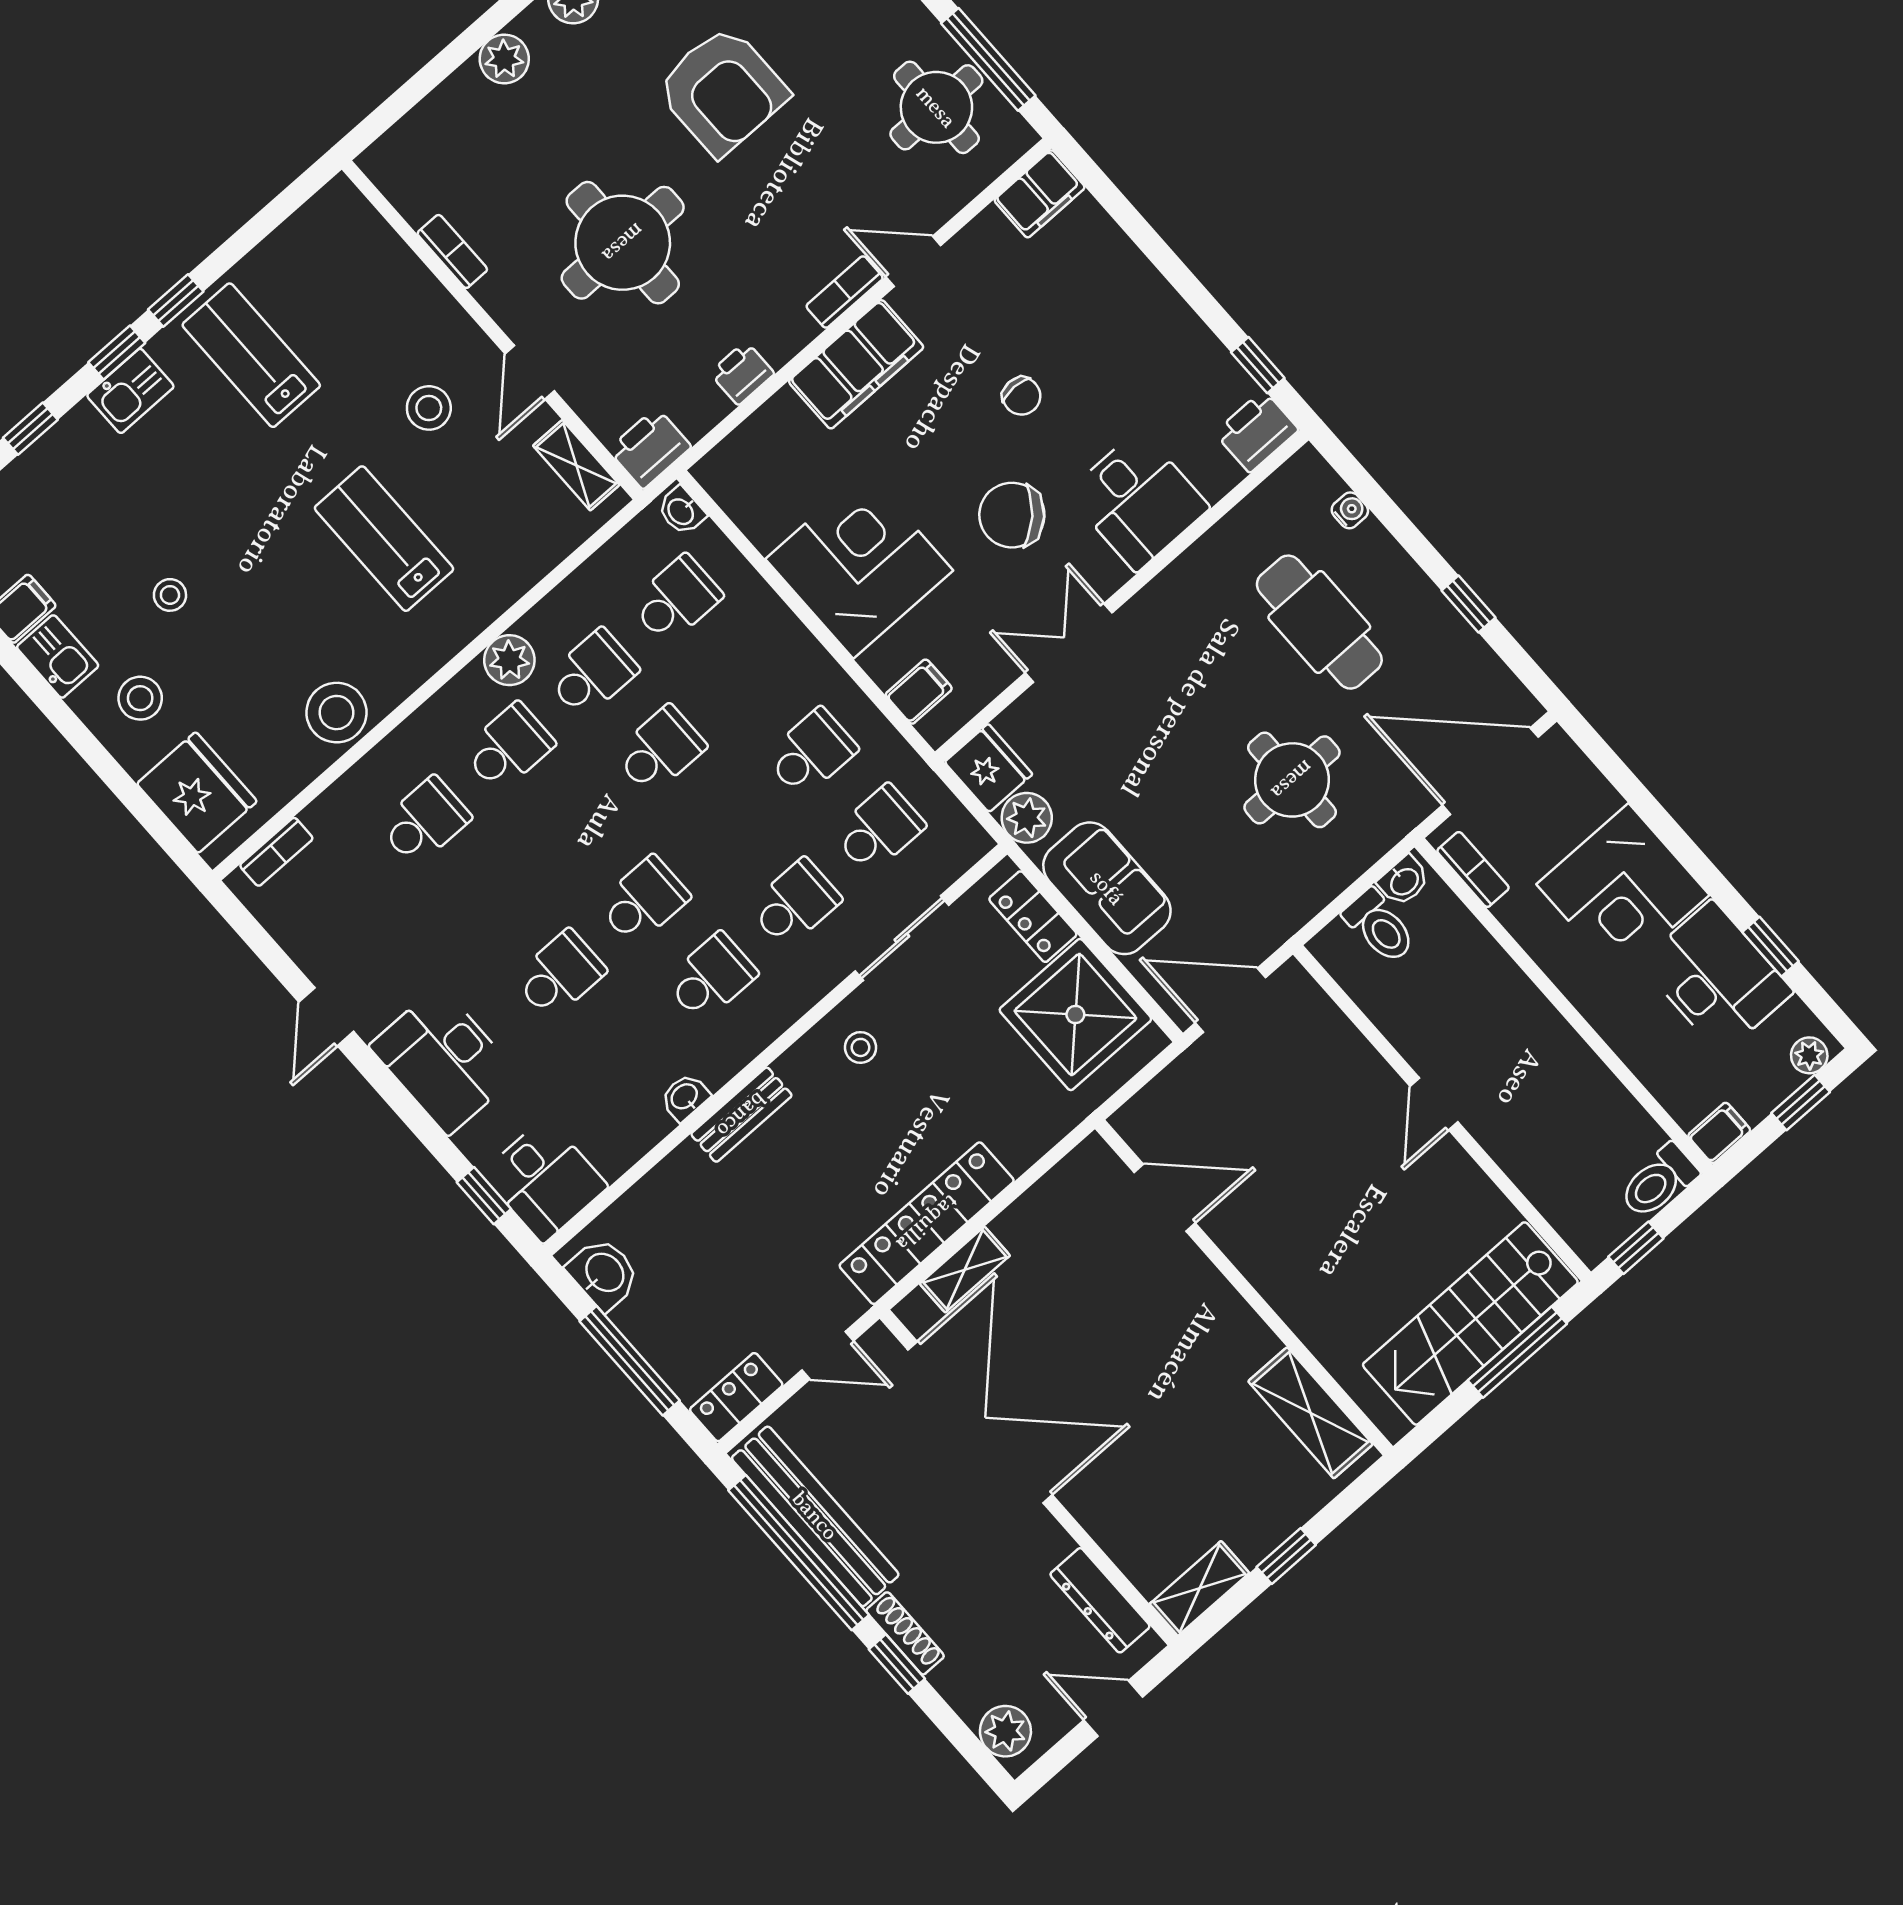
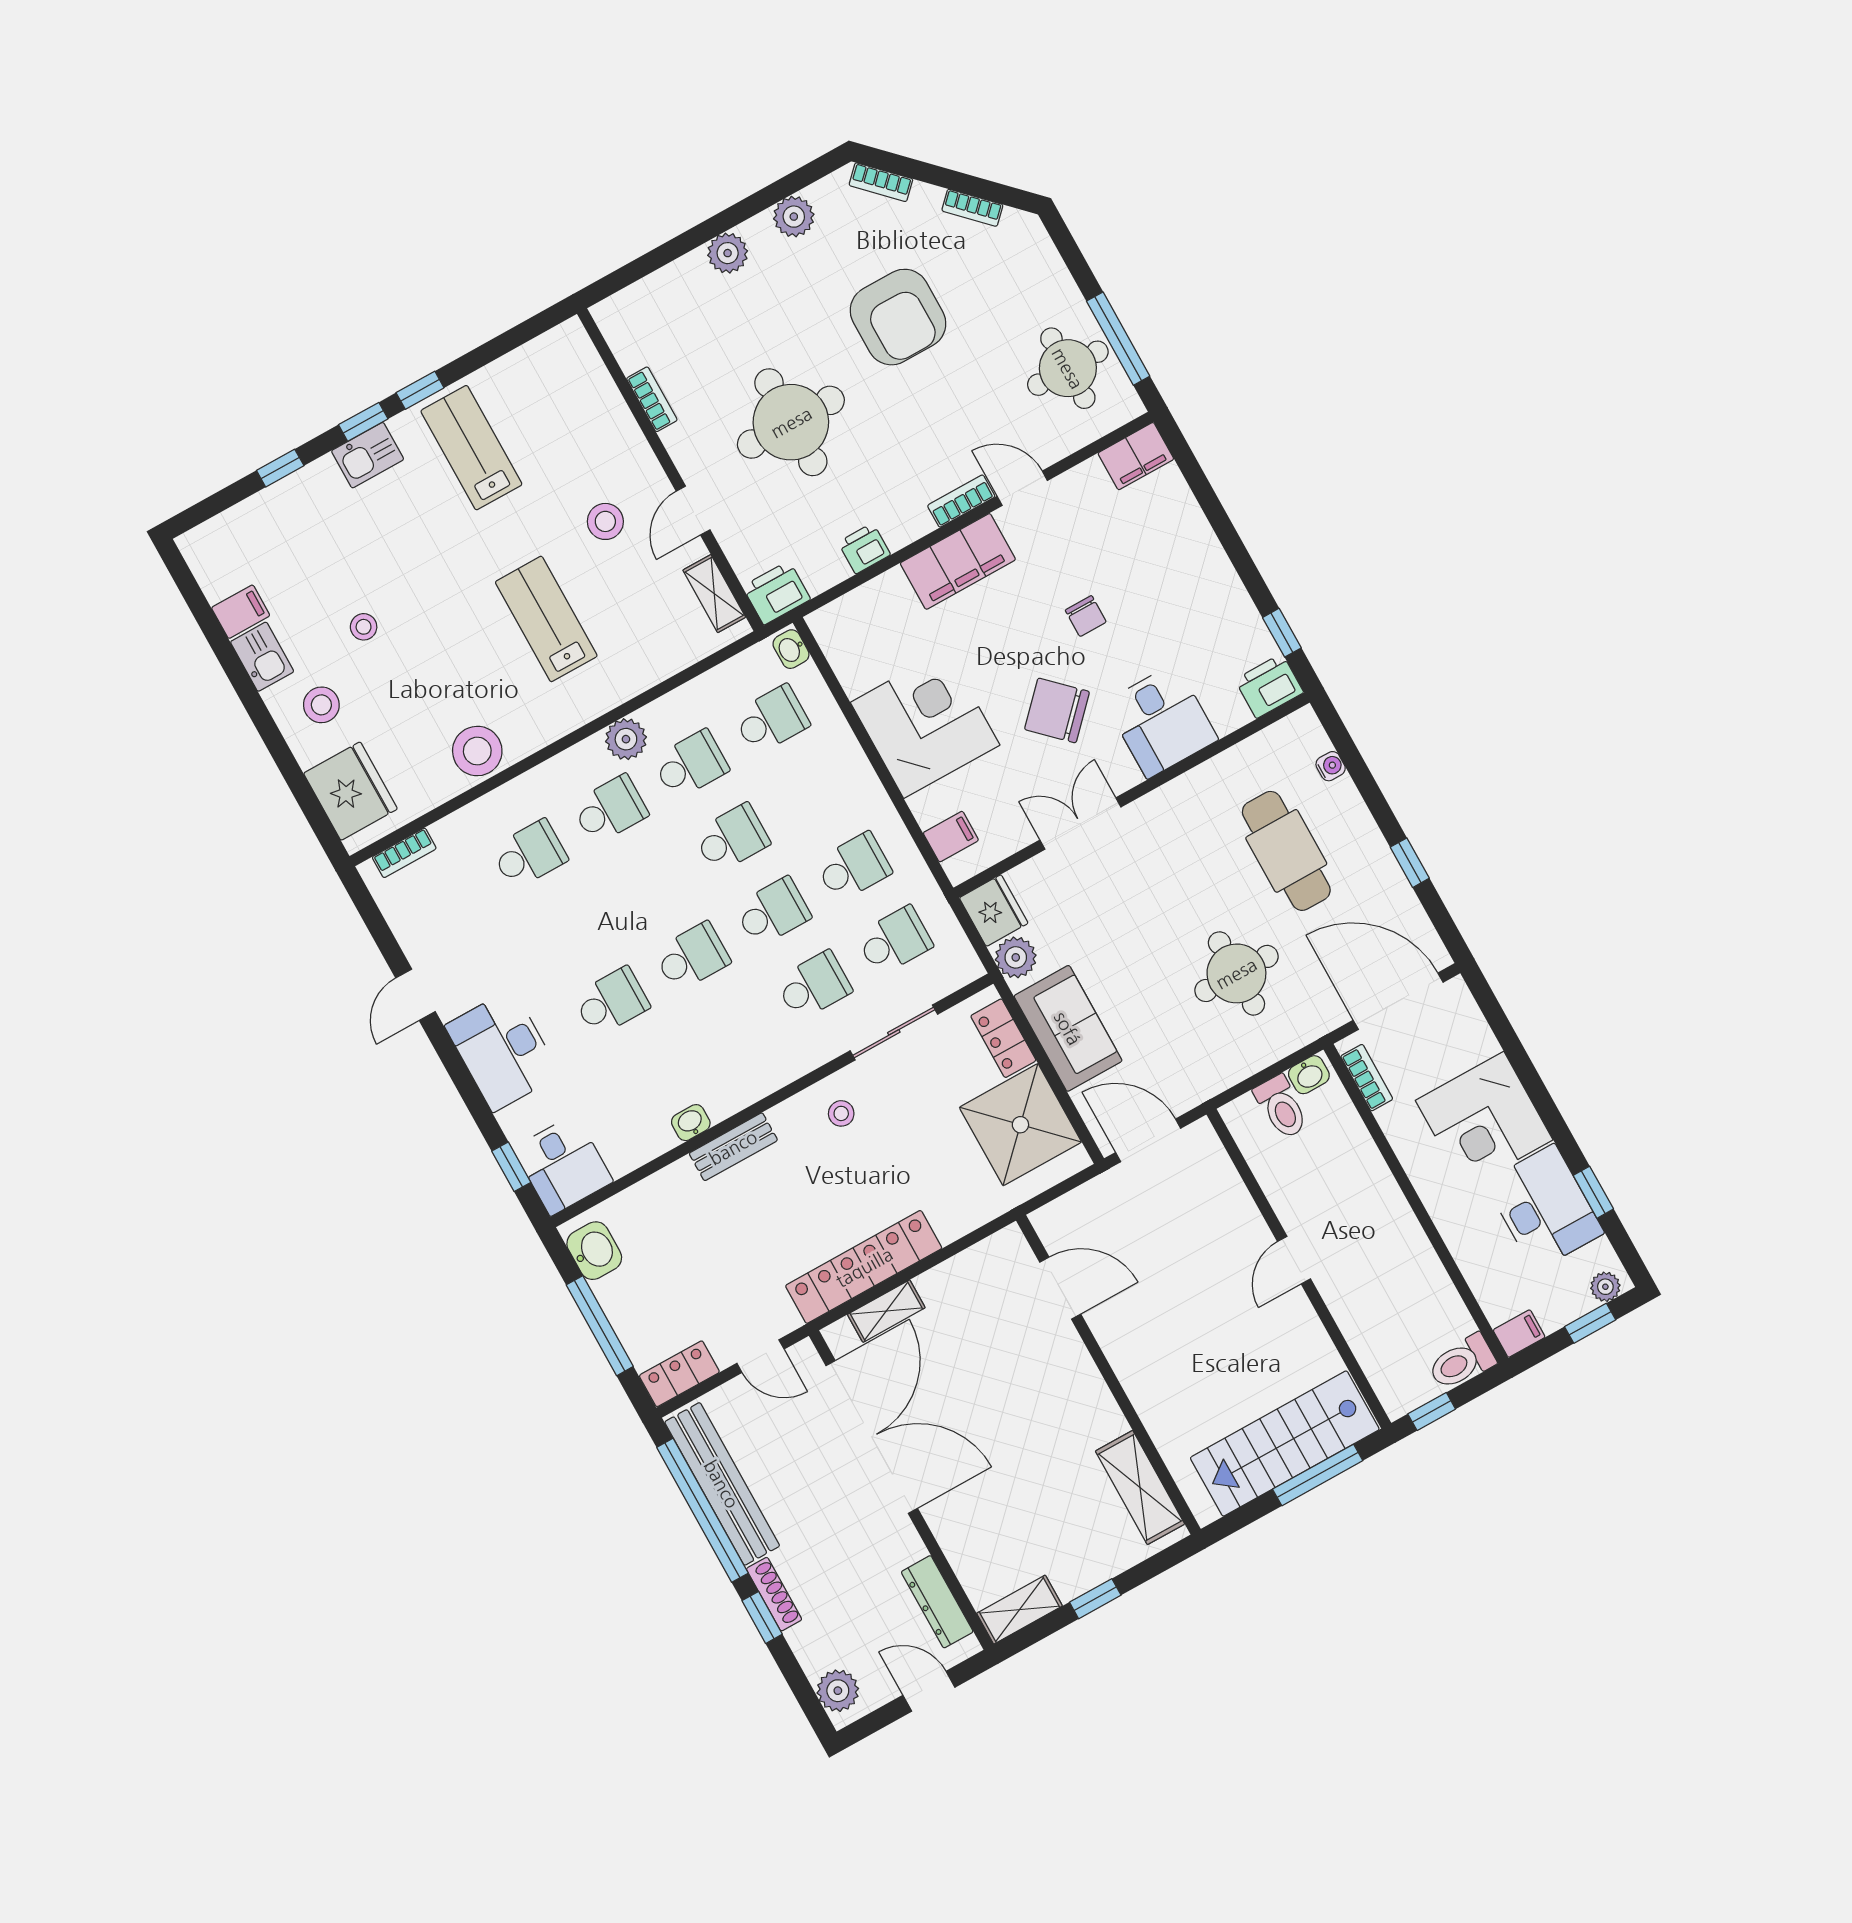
school desk: (711, 977) -> (773, 912), moved

